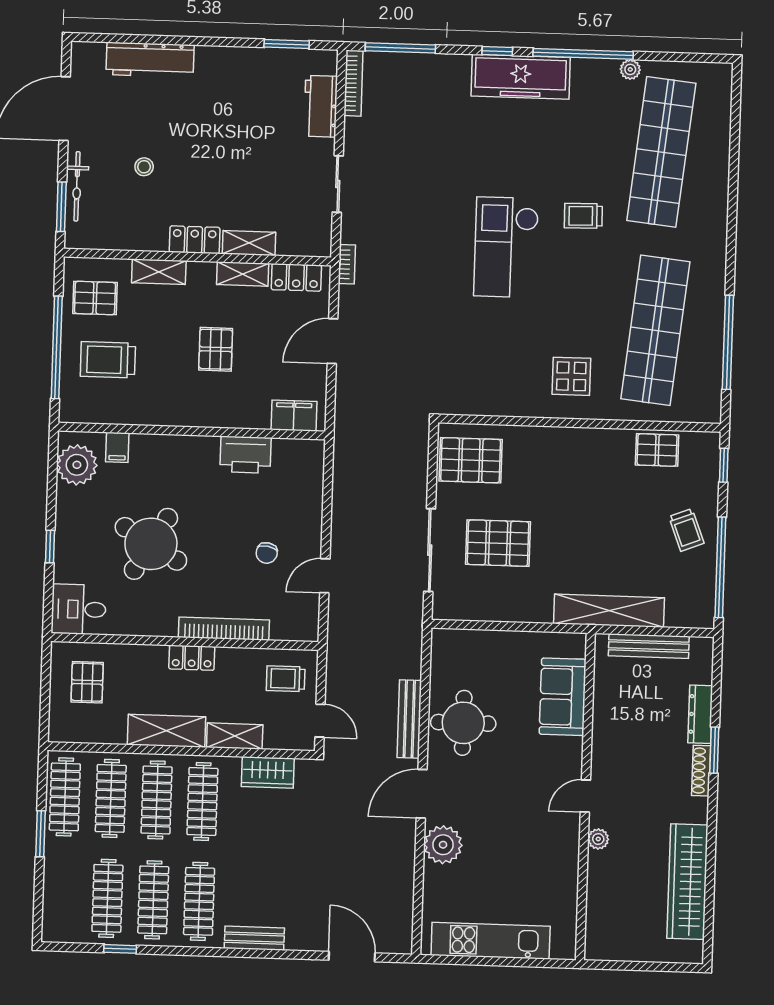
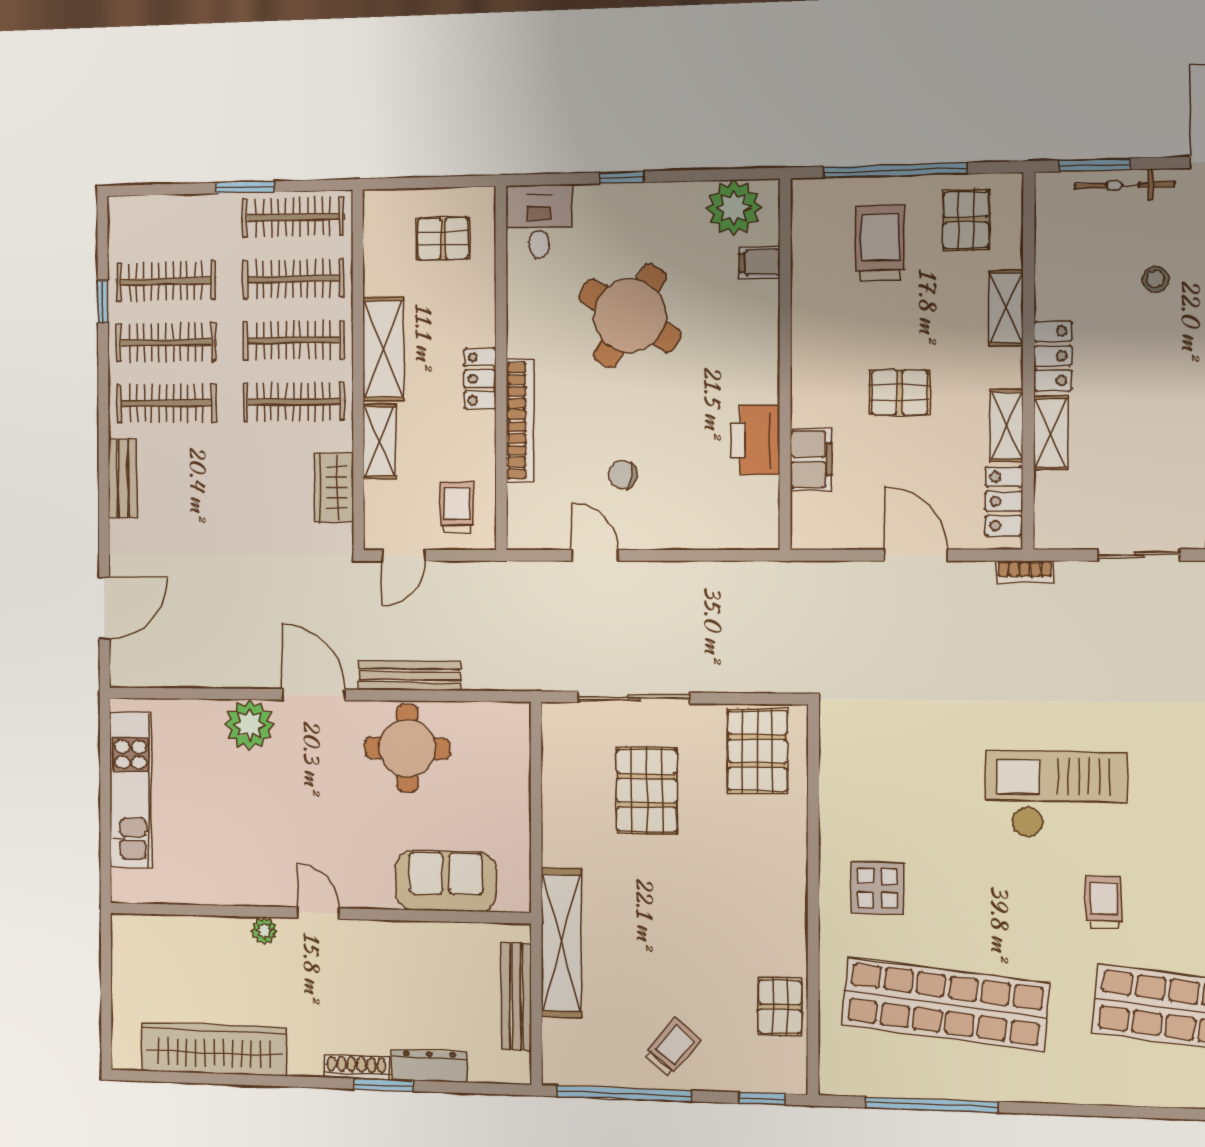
filing cabinet: (294, 416) -> (811, 459), moved
trolley: (686, 530) -> (673, 1047), turned 151

